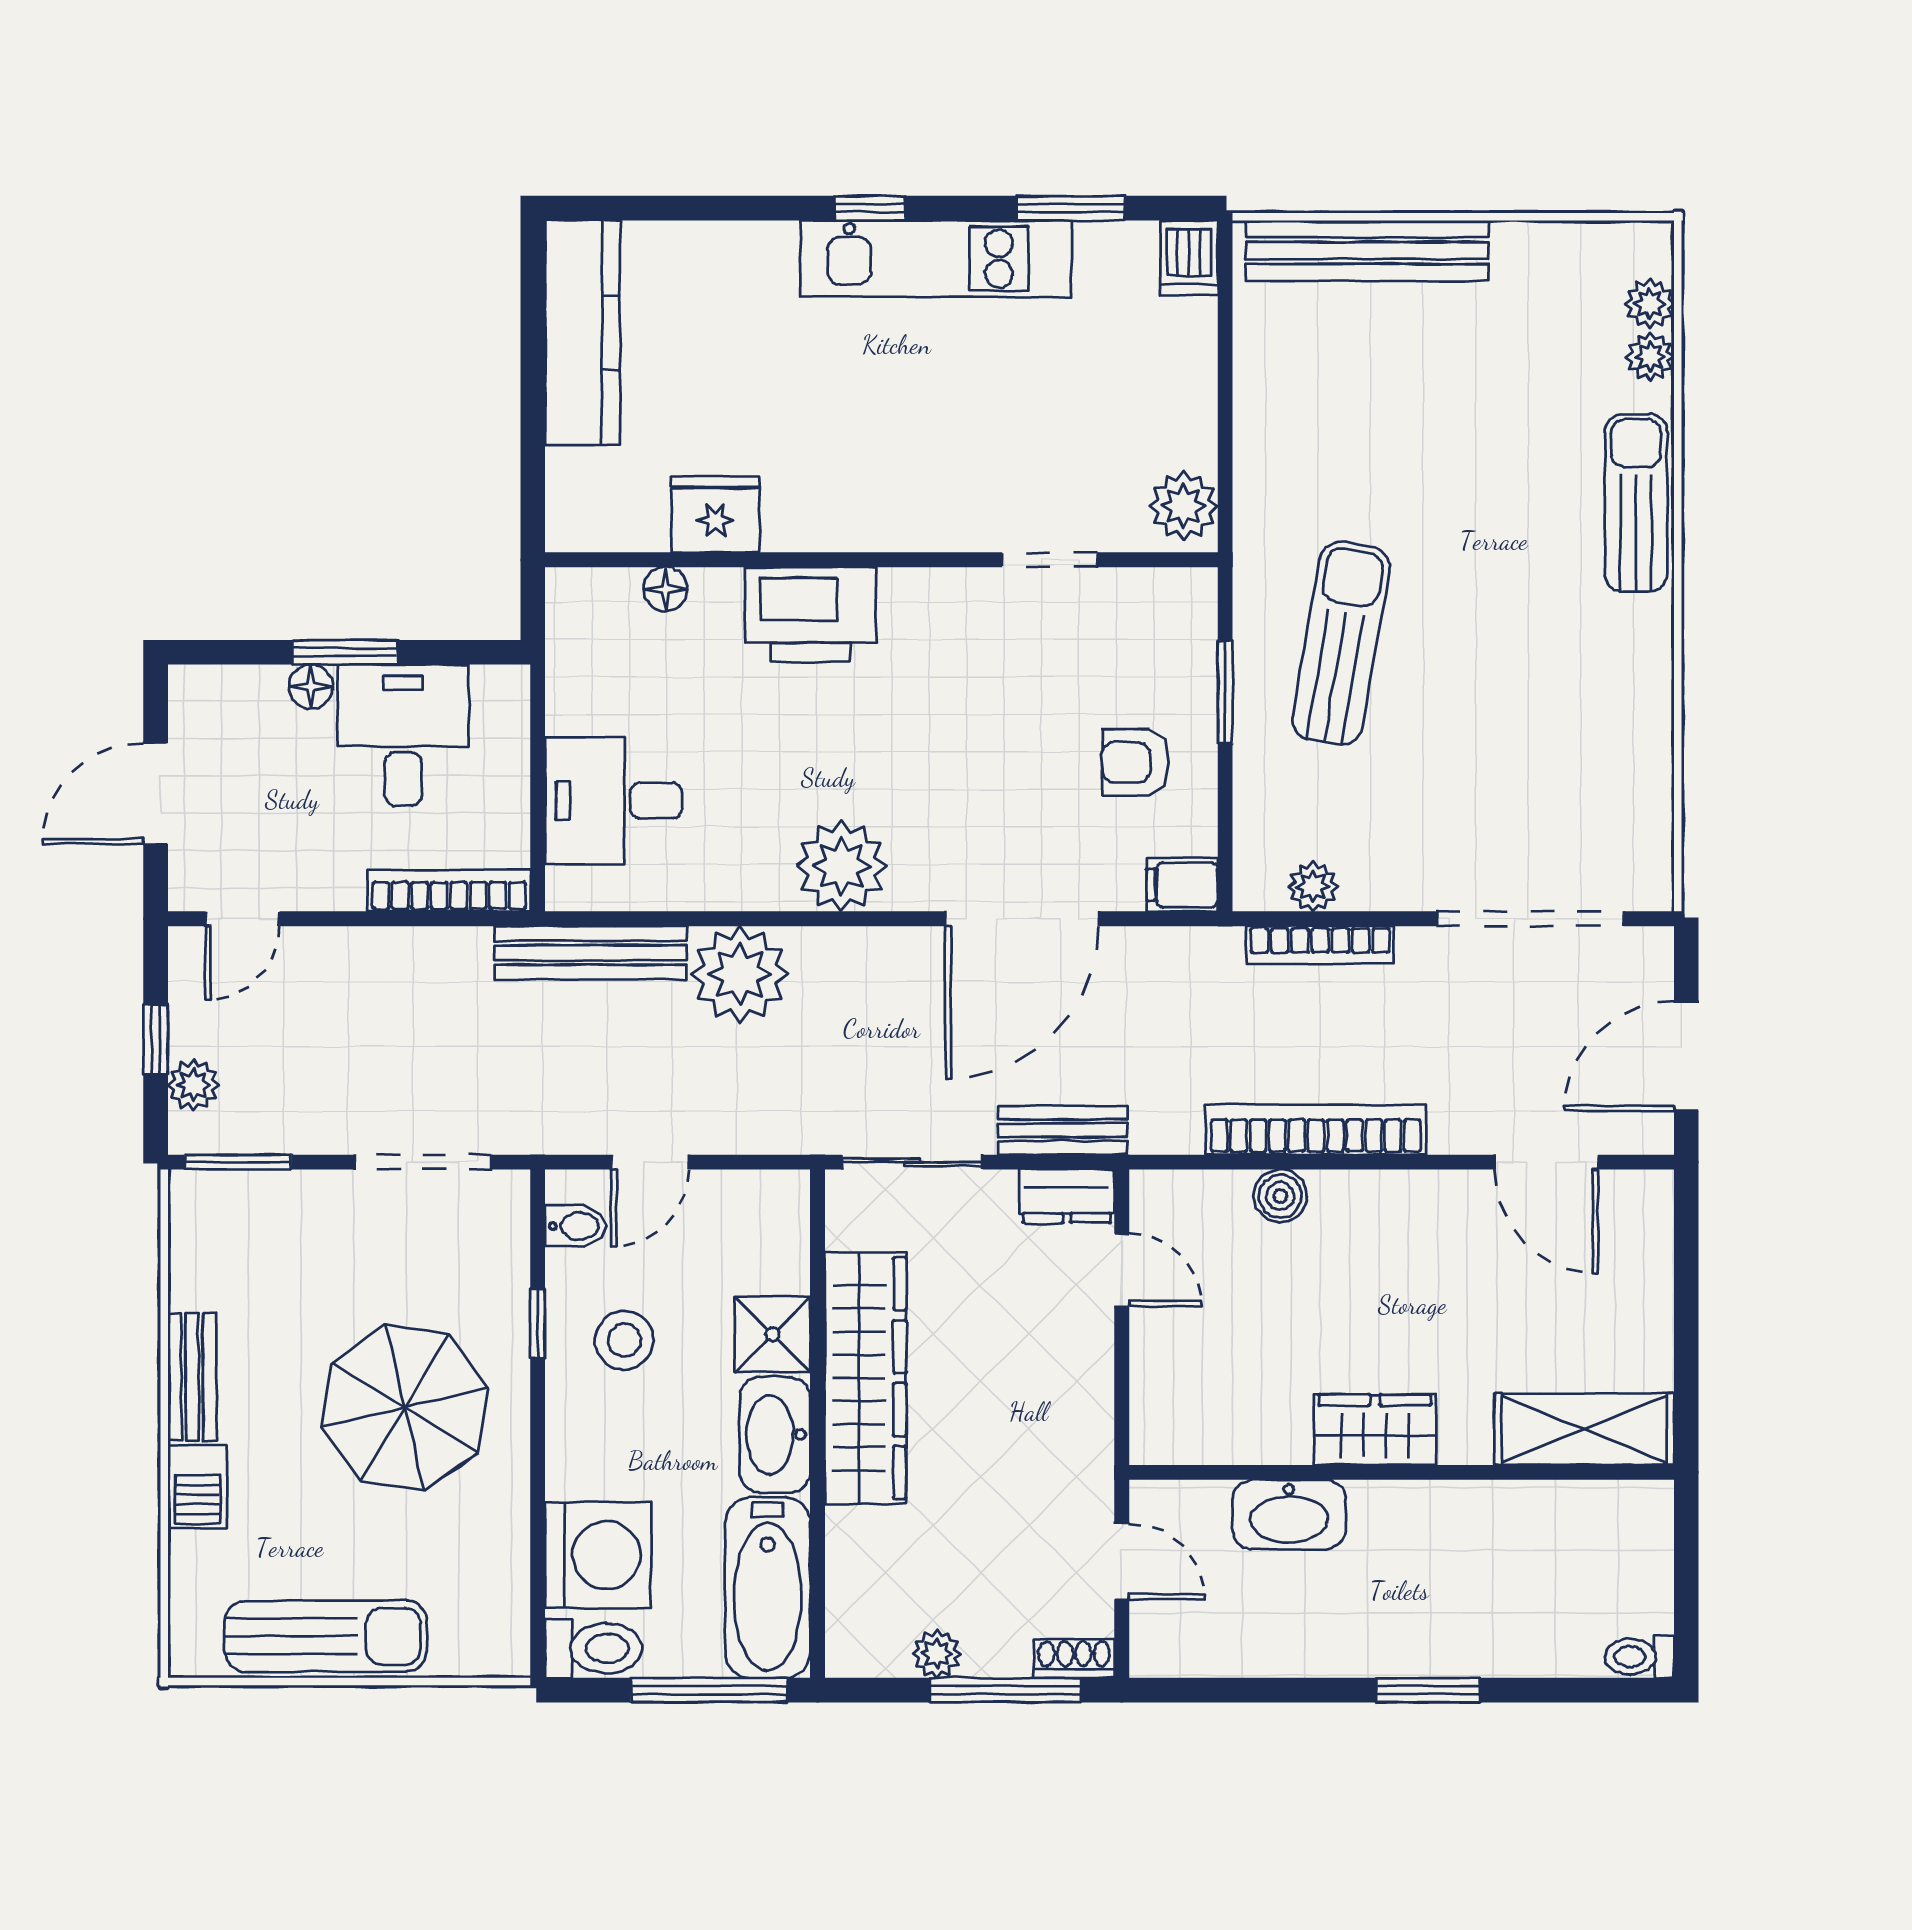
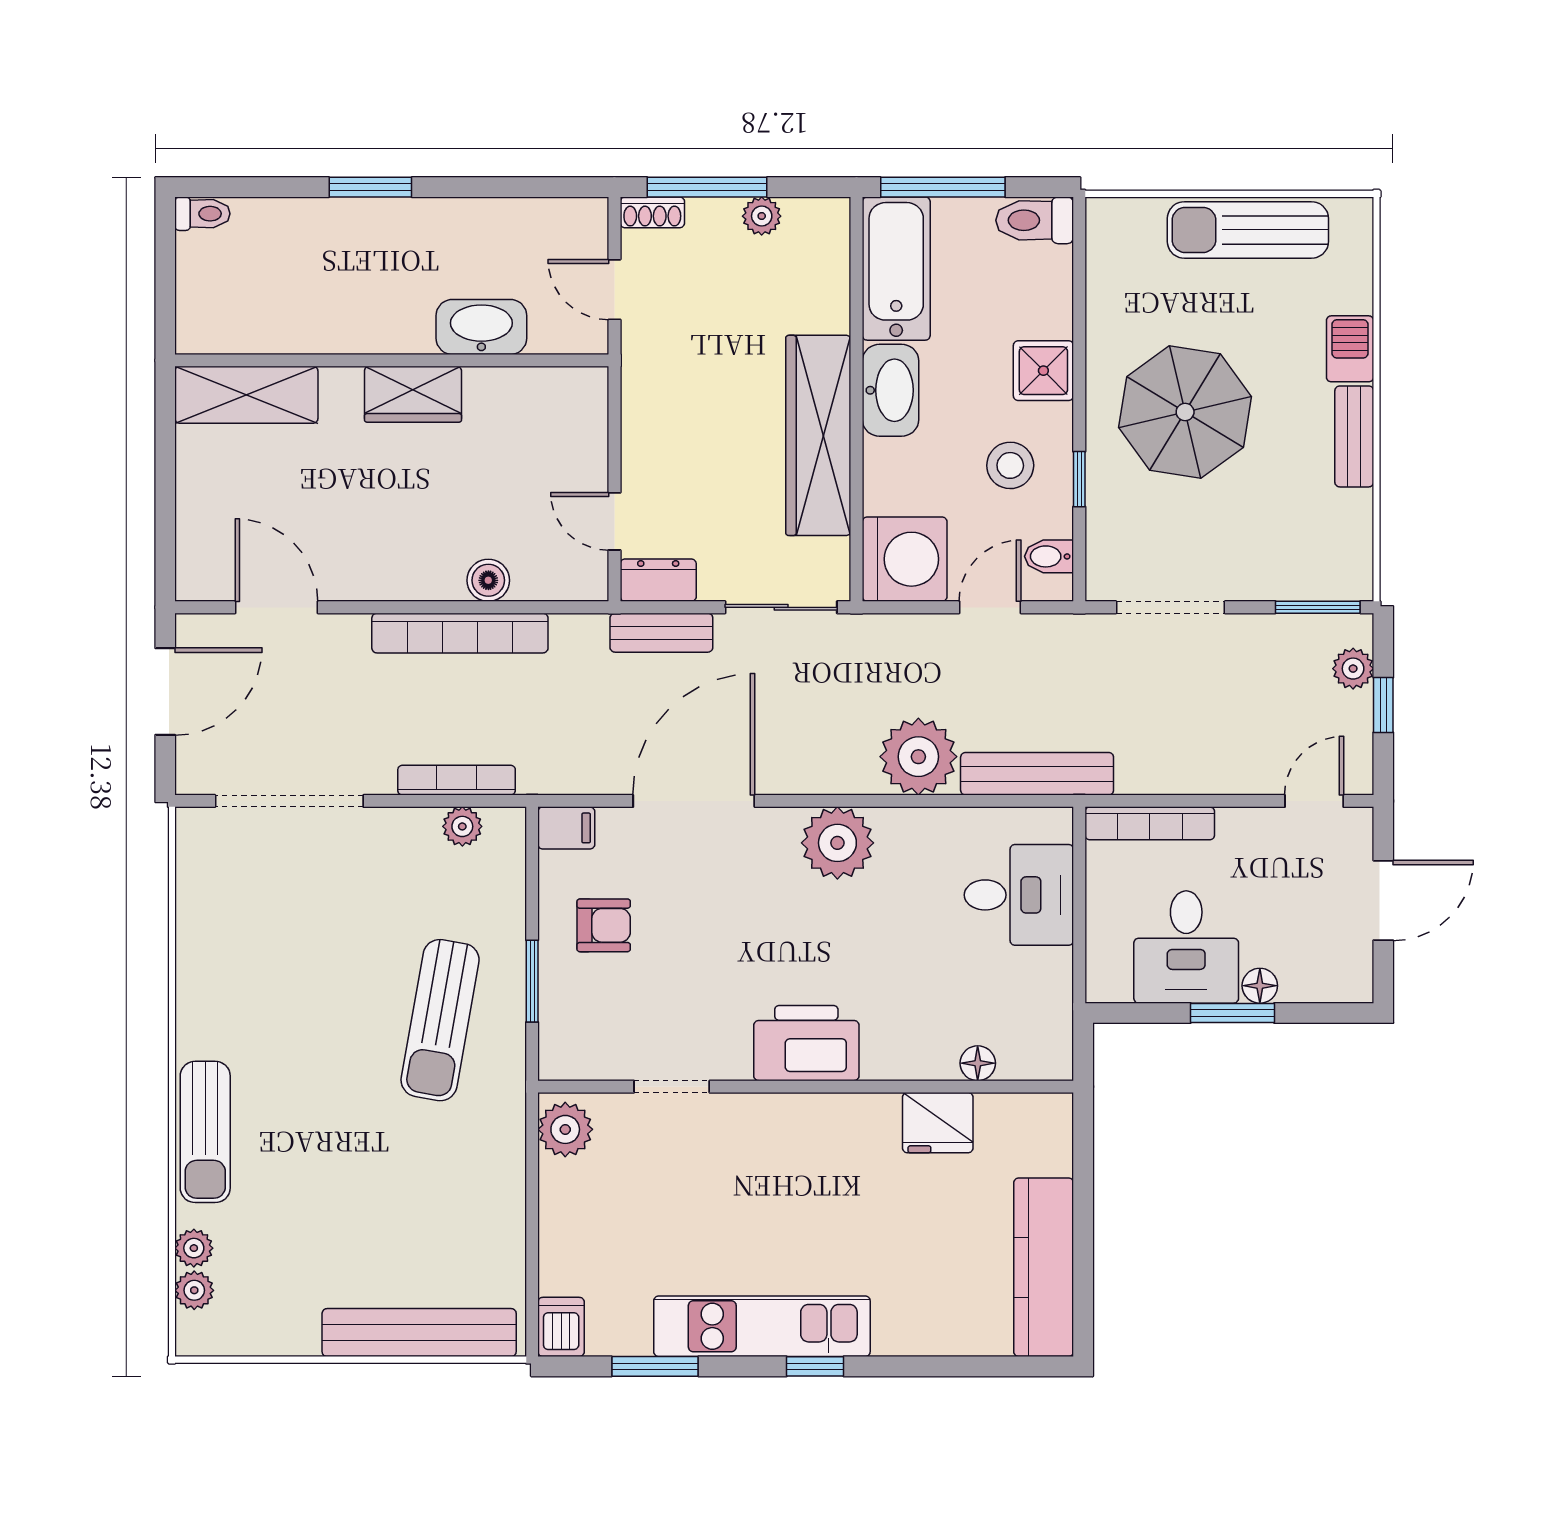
printer: (811, 614) -> (806, 1043), moved
shower: (773, 1334) -> (1043, 371), moved
washing machine: (598, 1555) -> (905, 559), moved, turned 180

